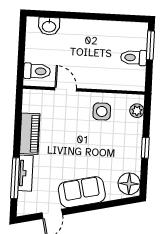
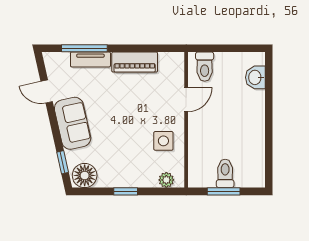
window: (150, 45) -> (224, 191), moved
window: (116, 203) -> (63, 162), added

